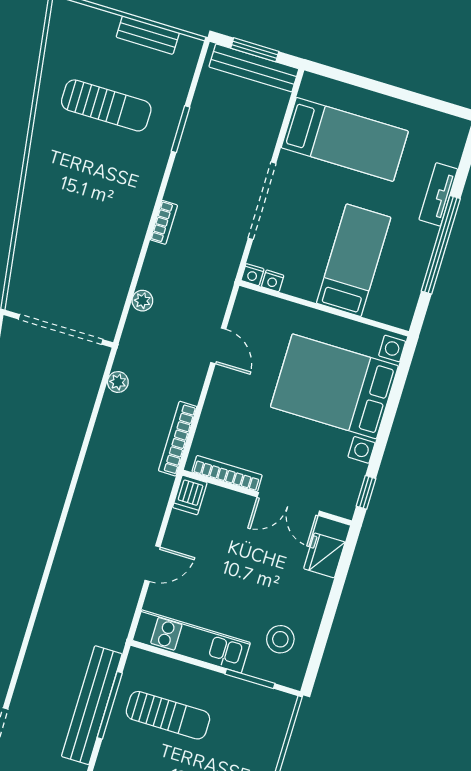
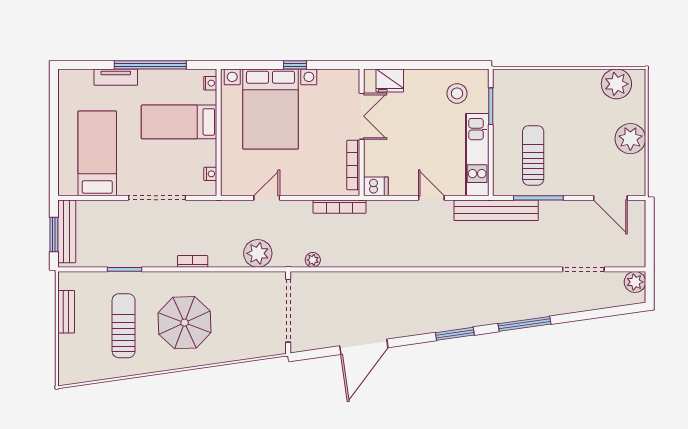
parasol: (86, 187) -> (185, 323), added
nightstand: (252, 275) -> (210, 83), moved
plant: (142, 301) -> (258, 253), width x1.88, depth x1.88
window: (366, 492) -> (295, 65), moved
bench: (92, 705) -> (496, 210), moved

